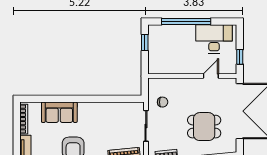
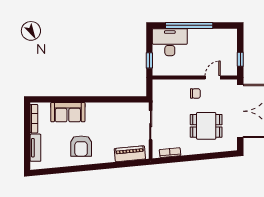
desk: (214, 39) -> (170, 42), moved
window: (145, 43) -> (149, 60), moved
chair: (163, 102) -> (195, 93), moved

